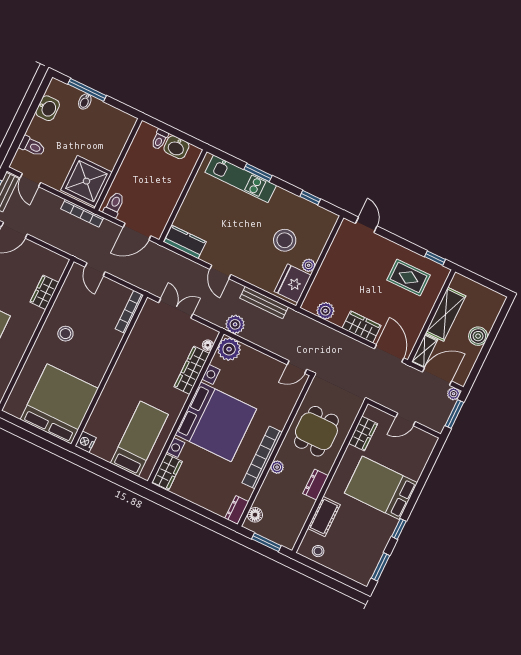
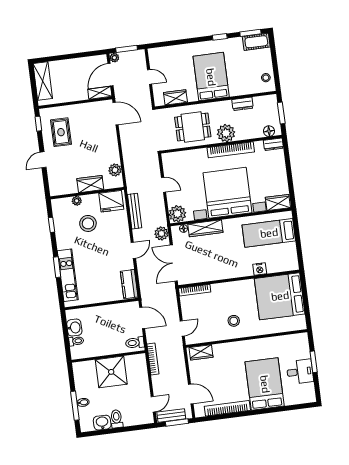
toilet: (32, 146) -> (117, 419), moved
shower: (86, 181) -> (111, 372), moved
door: (366, 225) -> (43, 160), moved
plant: (309, 265) -> (77, 201), moved
wardrobe: (44, 292) -> (201, 352), moved
double door: (176, 308) -> (174, 263), width x1.37
shelving: (446, 314) -> (43, 81), moved, turned 90
plant: (235, 324) -> (161, 233), moved
wardrobe: (362, 327) -> (90, 184), moved, turned 90
boiler: (478, 336) -> (69, 66), removed
door: (389, 353) -> (116, 114), swing flipped
door: (297, 367) -> (164, 185), moved
door: (437, 377) -> (111, 75), hinge flipped
nightstand: (86, 442) -> (260, 269), moved
plant: (277, 467) -> (226, 133), width x1.87, depth x1.87
dresser: (316, 485) -> (243, 104), moved
bed: (381, 488) -> (211, 77), moved, turned 180
cot: (324, 517) -> (256, 42), moved

